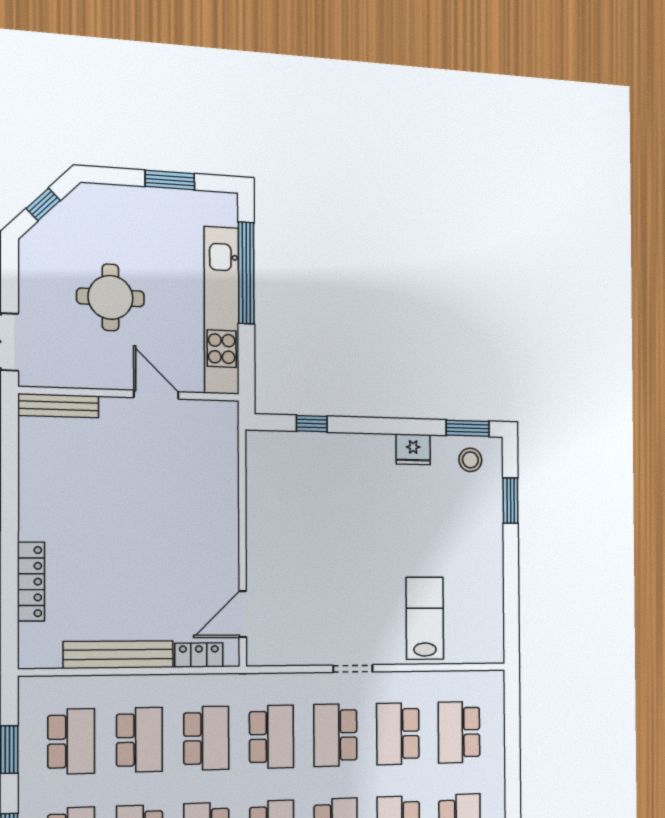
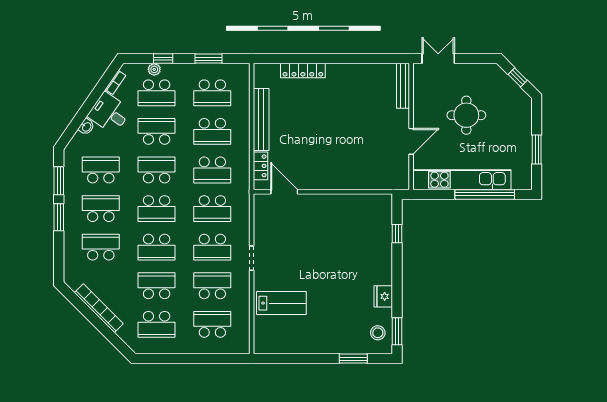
school desk: (335, 735) -> (212, 247), turned 180

